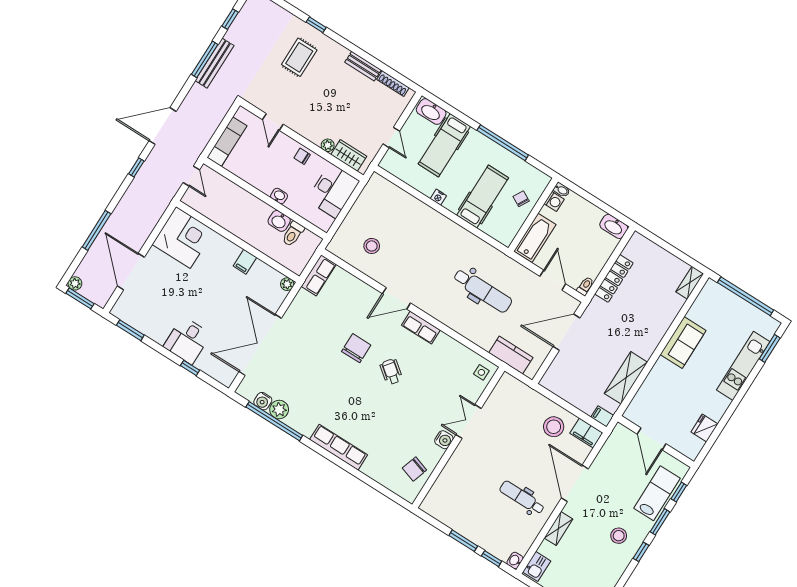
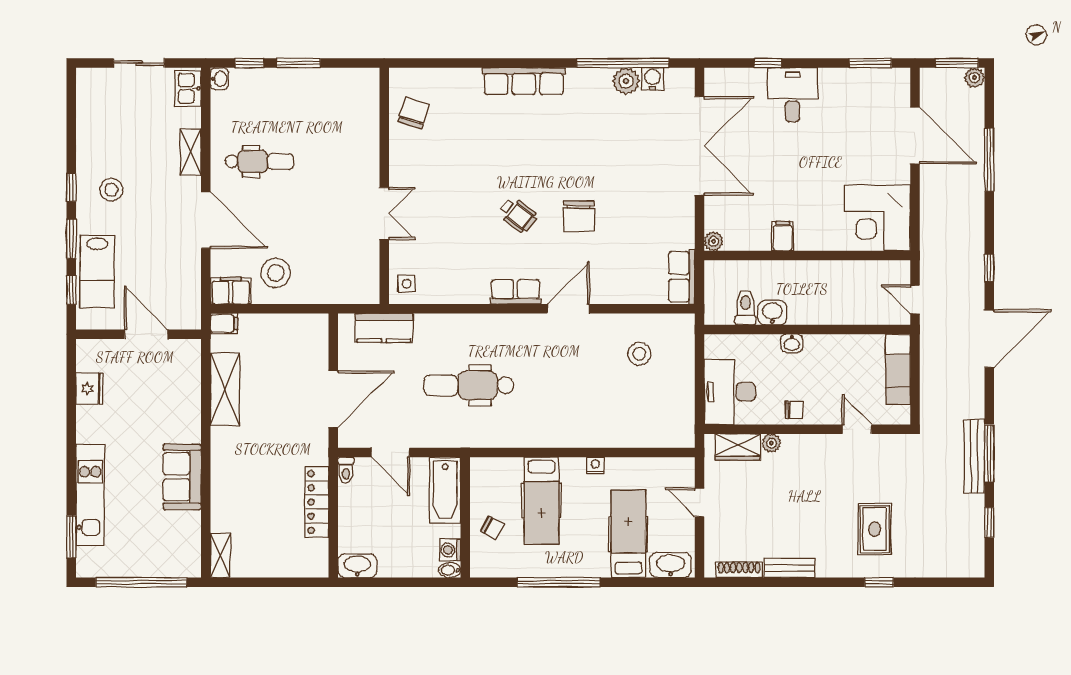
water cooler: (444, 440) -> (400, 172), removed

